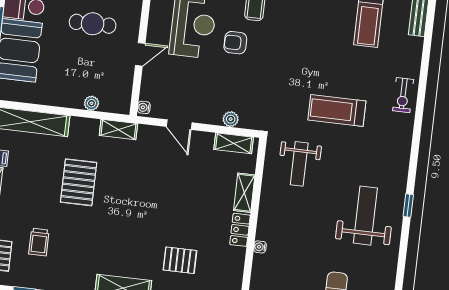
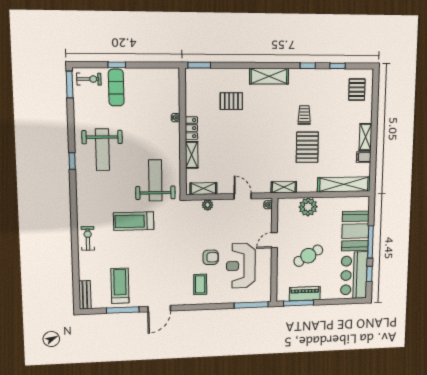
cafe table: (93, 24) -> (308, 256), turned -30
plant: (91, 103) -> (308, 207), width x1.87, depth x1.87
treadmill: (337, 110) -> (134, 221), turned 180
weight bench: (299, 164) -> (155, 180), width x1.36, depth x1.33
trolley: (39, 242) -> (304, 115), moved

